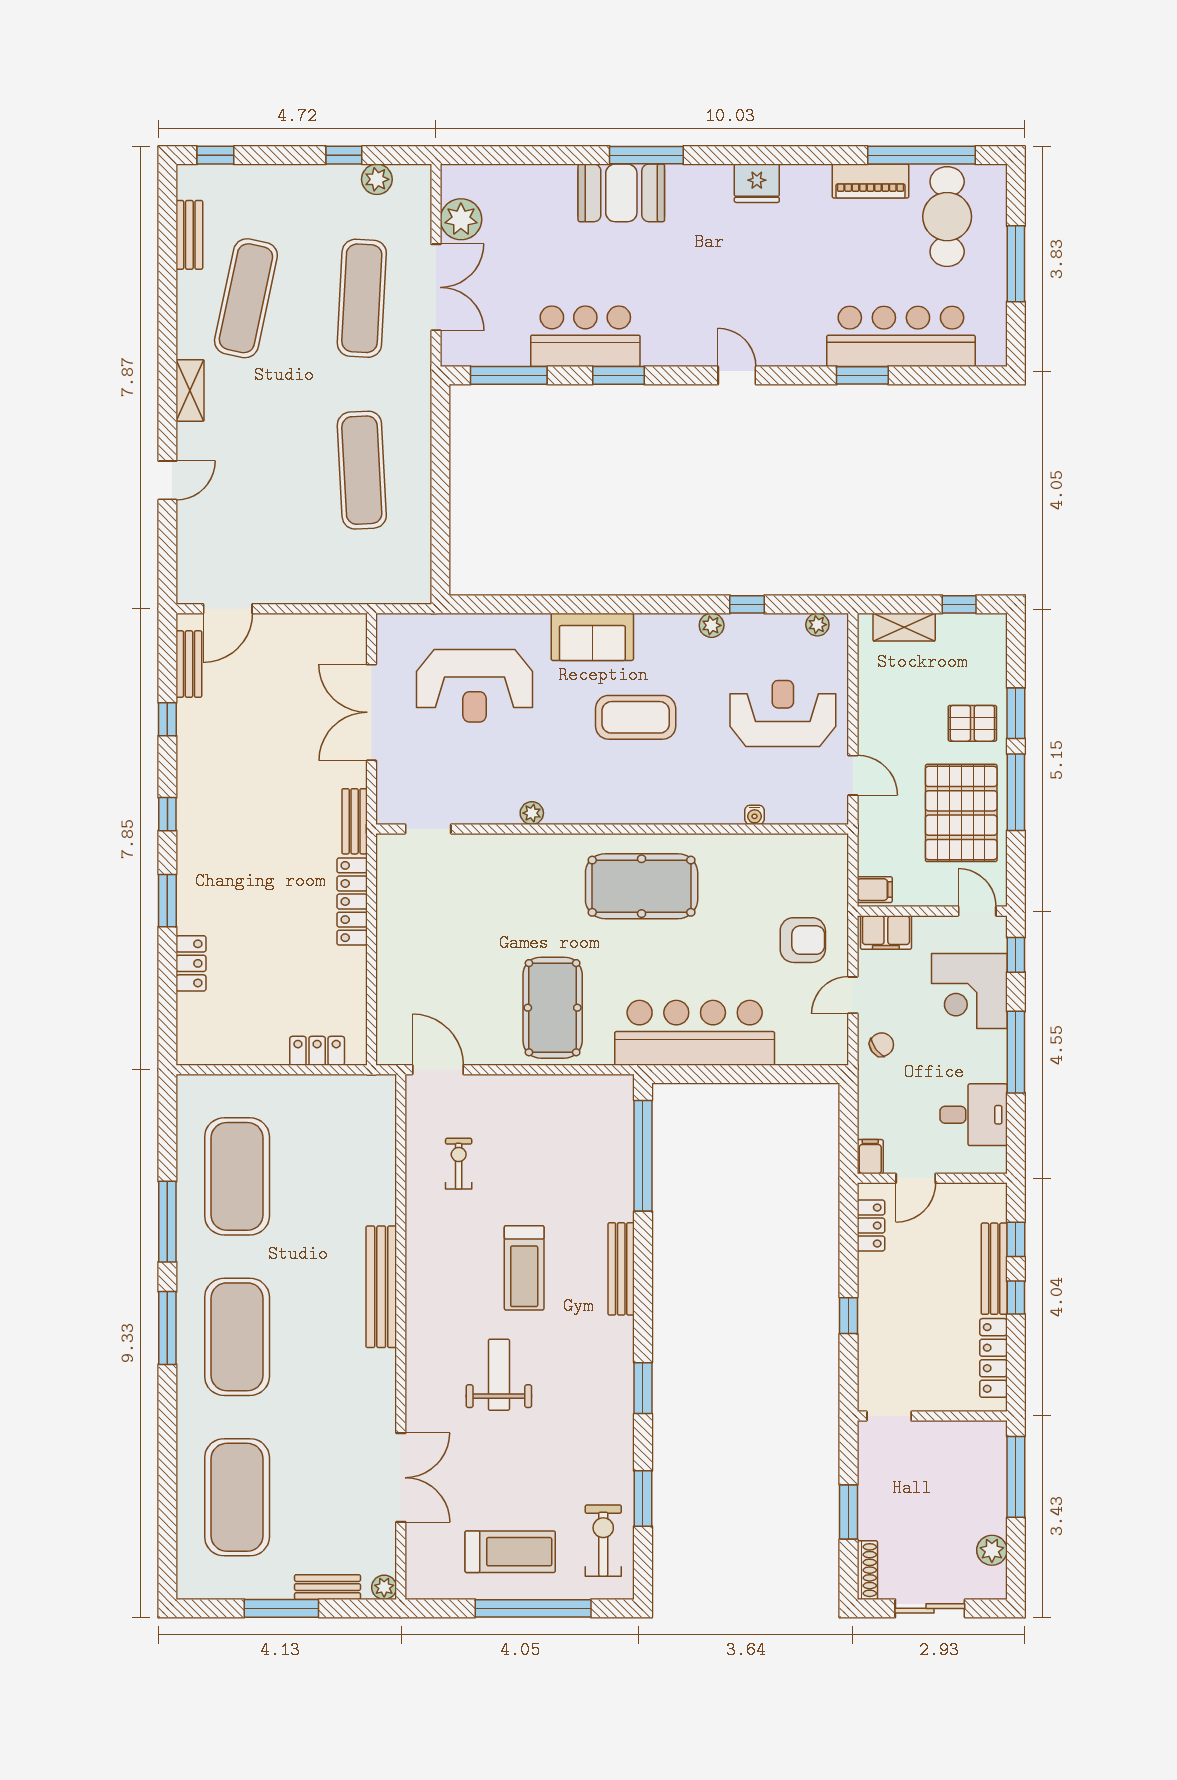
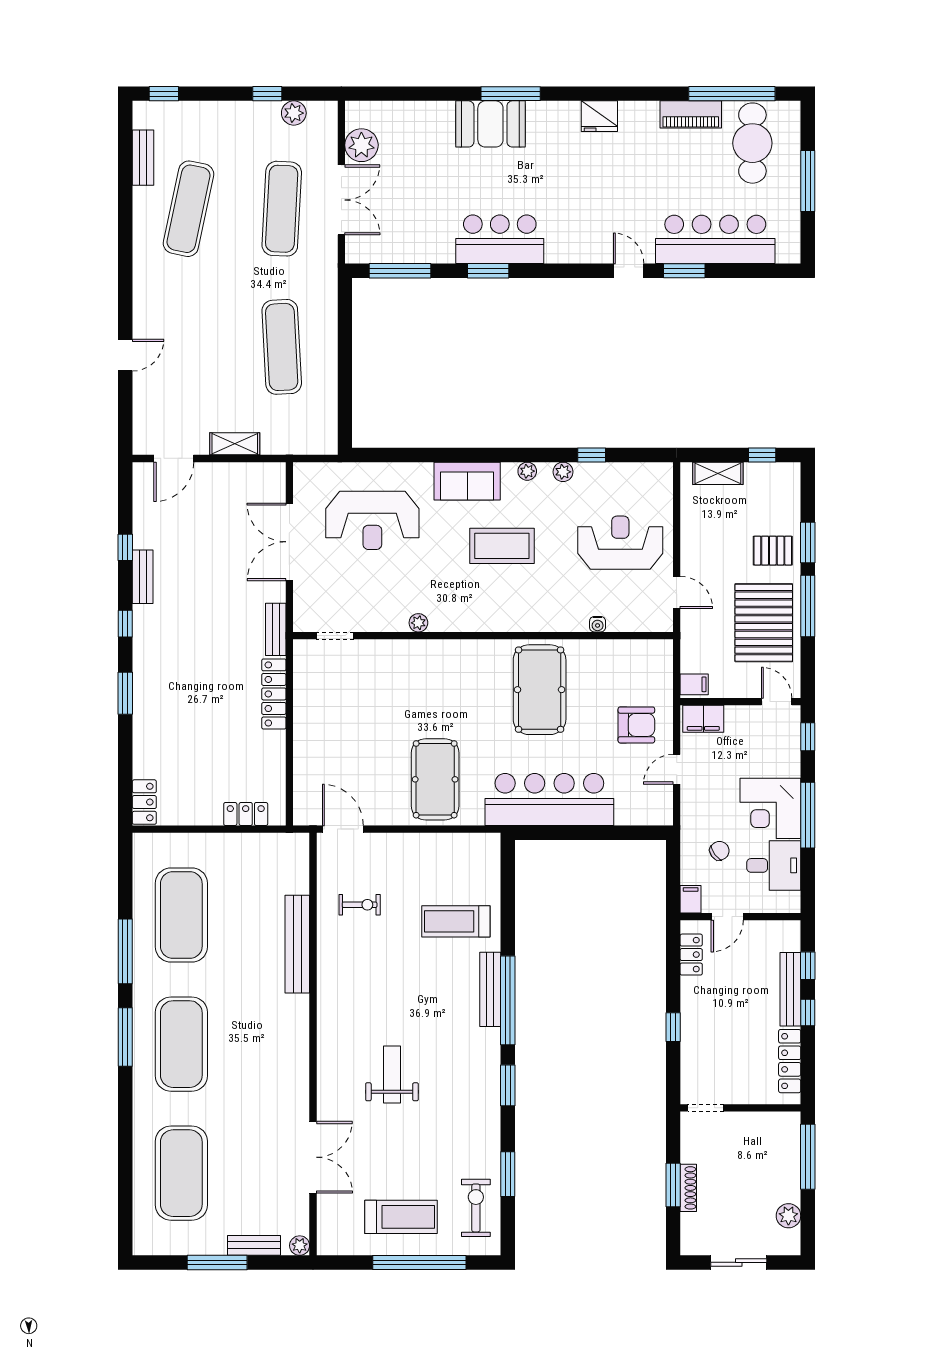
bar counter: (585, 336) -> (500, 239), moved
door: (737, 375) -> (629, 271), moved
shelving: (190, 390) -> (235, 444), moved, turned 90
plant: (817, 625) -> (527, 471), moved
bench: (189, 664) -> (143, 577), moved
pool table: (642, 886) -> (540, 690), moved, turned 90
locker: (191, 963) -> (144, 802), moved
corner desk: (969, 991) -> (770, 808), moved
chair: (882, 1045) -> (719, 851), moved
window: (643, 1156) -> (508, 1000), moved
exercise bike: (459, 1164) -> (360, 905), turned 90
treadmill: (524, 1268) -> (456, 921), moved, turned 90
bench: (381, 1287) -> (297, 944), moved
shoe rack: (867, 1570) -> (688, 1188), moved

